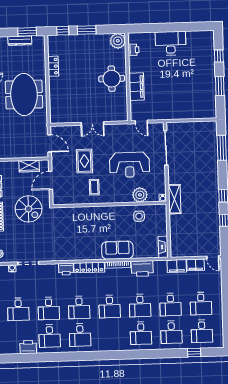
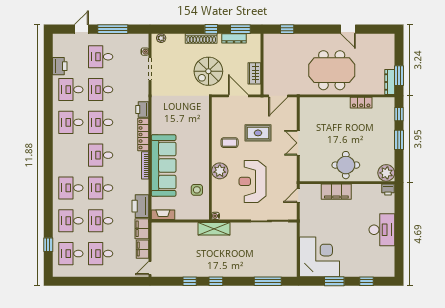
dresser: (20, 41) -> (390, 82), moved
printer: (133, 50) -> (388, 190), moved
corner desk: (198, 100) -> (320, 257), added
plant: (140, 195) -> (220, 171), moved
sofa: (117, 250) -> (164, 165), width x1.85, depth x1.27
printer: (142, 268) -> (140, 206), moved

